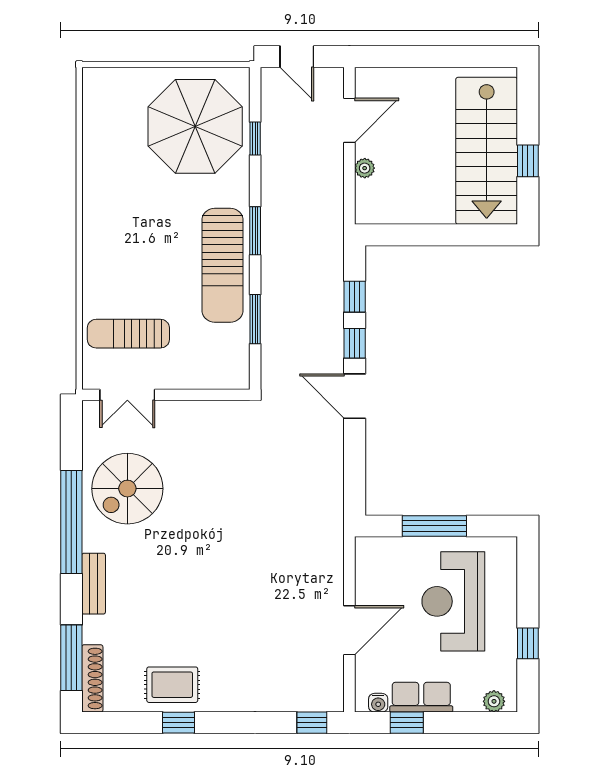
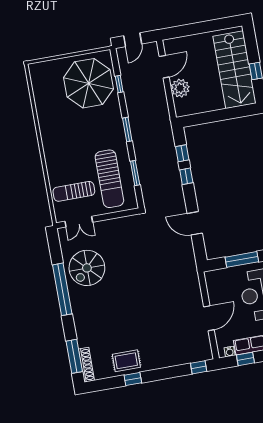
door: (297, 57) -> (133, 40), hinge flipped
plant: (365, 168) -> (180, 88), width x1.87, depth x1.87
sun lounger: (223, 265) -> (109, 179), moved
door: (355, 396) -> (195, 223), moved
bench: (94, 584) -> (79, 318), removed

